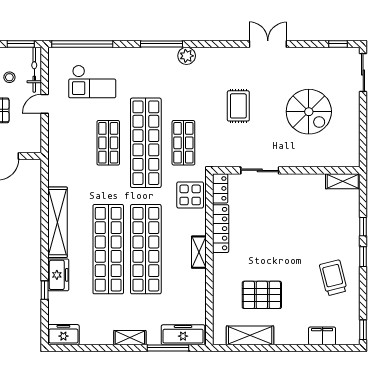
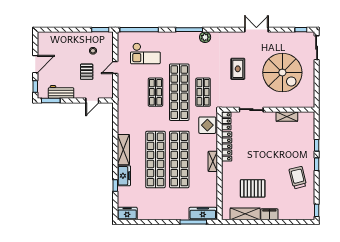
bicycle: (34, 70) -> (109, 46), removed
spiral stairs: (309, 112) -> (282, 73), width x1.37, depth x1.37
shelving: (343, 181) -> (287, 117), moved
shelving: (57, 222) -> (123, 150), width x0.68
filing cabinet: (322, 336) -> (269, 214), moved
shelving: (130, 338) -> (169, 215), removed

